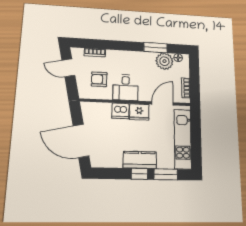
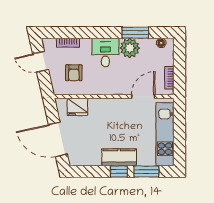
plant: (164, 61) -> (130, 48), moved
armchair: (99, 79) -> (74, 73), turned -90
desk: (126, 87) -> (105, 53), moved, turned 180
dishwasher: (120, 111) -> (98, 106), removed
fridge: (139, 112) -> (77, 107), moved

